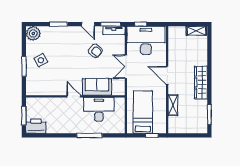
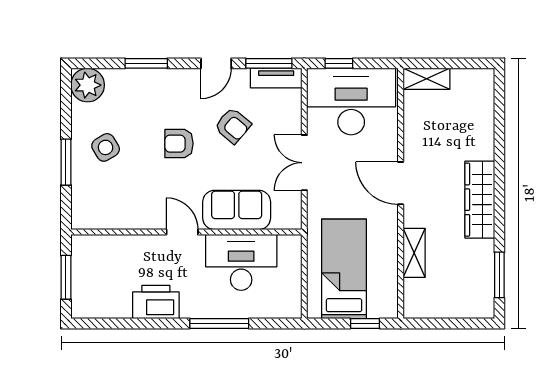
door: (88, 24) -> (216, 63), hinge flipped
shelving: (196, 31) -> (426, 79), moved
armchair: (72, 58) -> (179, 144), added
printer: (36, 126) -> (156, 302), moved

